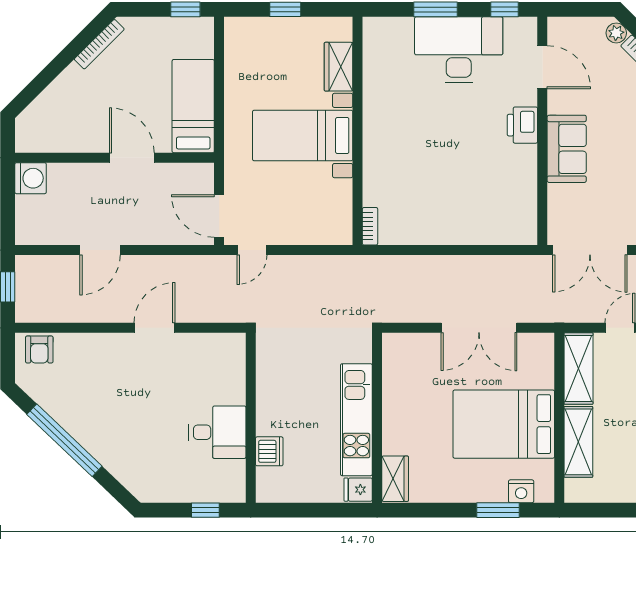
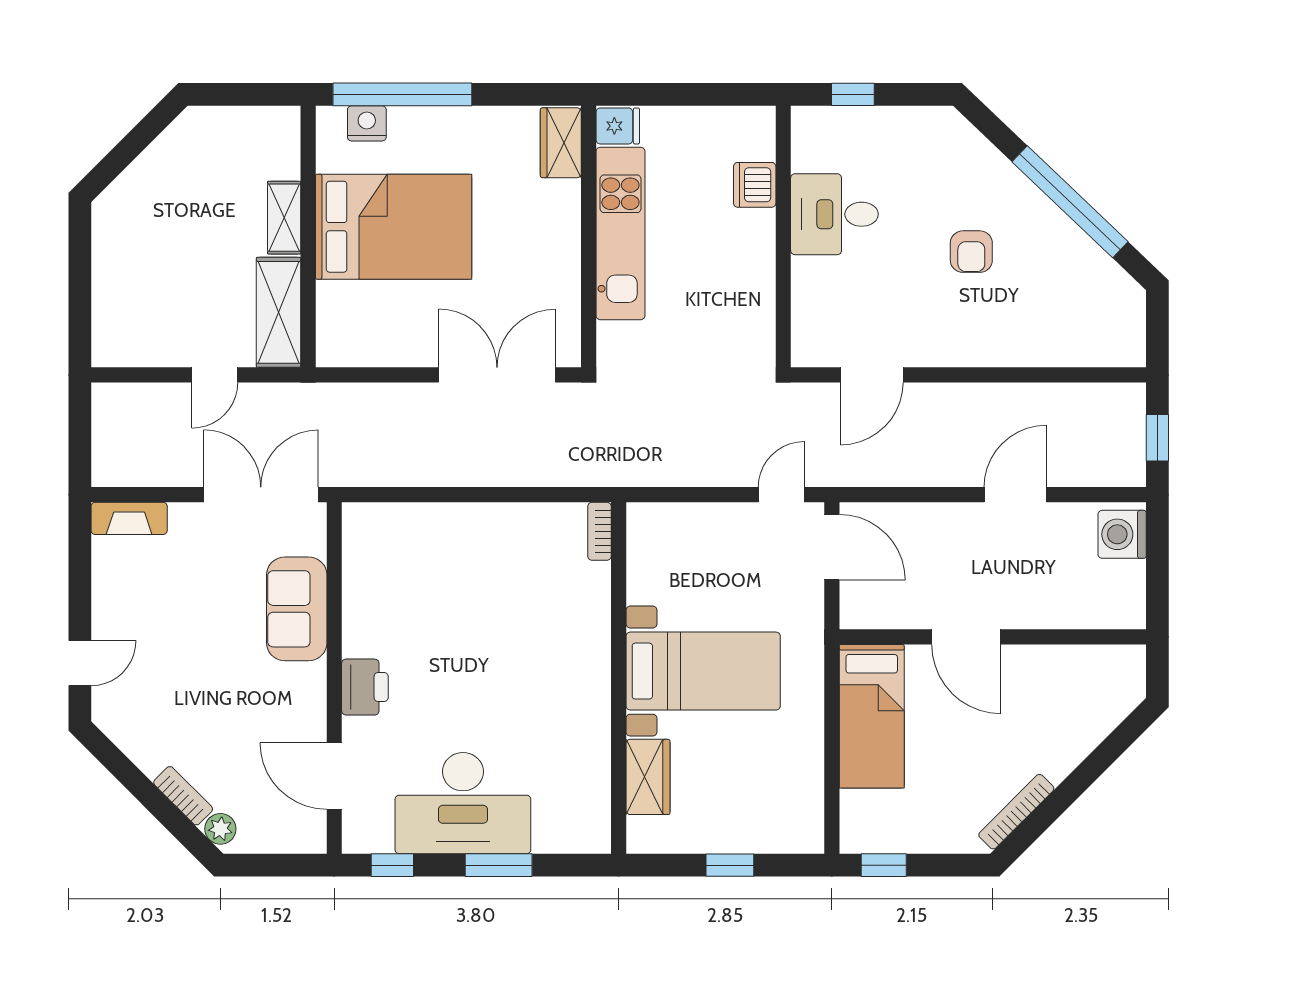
sofa: (567, 149) -> (297, 609), moved
washing machine: (31, 178) -> (1122, 534), moved
door: (155, 328) -> (872, 375), moved
double door: (479, 328) -> (497, 375), moved
armchair: (39, 349) -> (971, 252), moved, turned 180
shelving: (578, 442) -> (284, 218), width x0.67, depth x0.75
window: (498, 510) -> (402, 94), width x2.11

